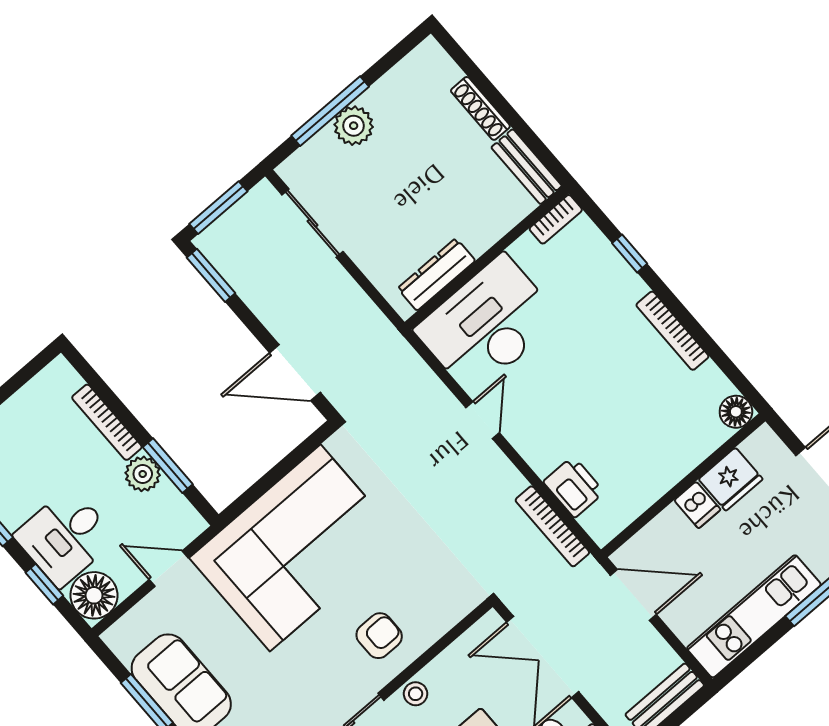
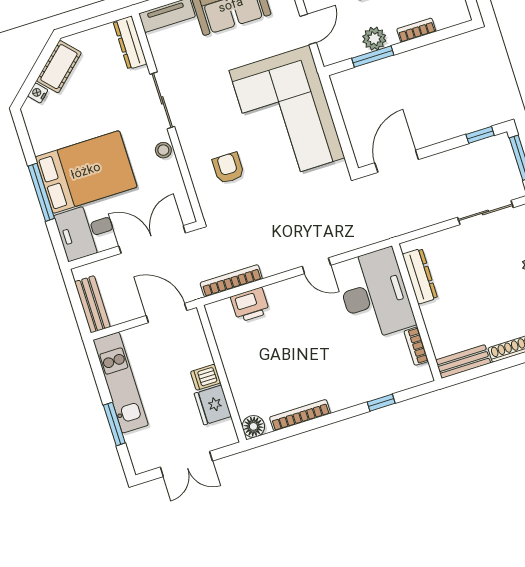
bookcase: (556, 219) -> (416, 346), moved
window: (211, 275) -> (480, 135), width x0.67
bookcase: (672, 331) -> (300, 415), moved
bookcase: (107, 422) -> (416, 30), width x0.64
door: (633, 595) -> (167, 313), swing flipped
armchair: (379, 636) -> (228, 168), moved, turned 180

